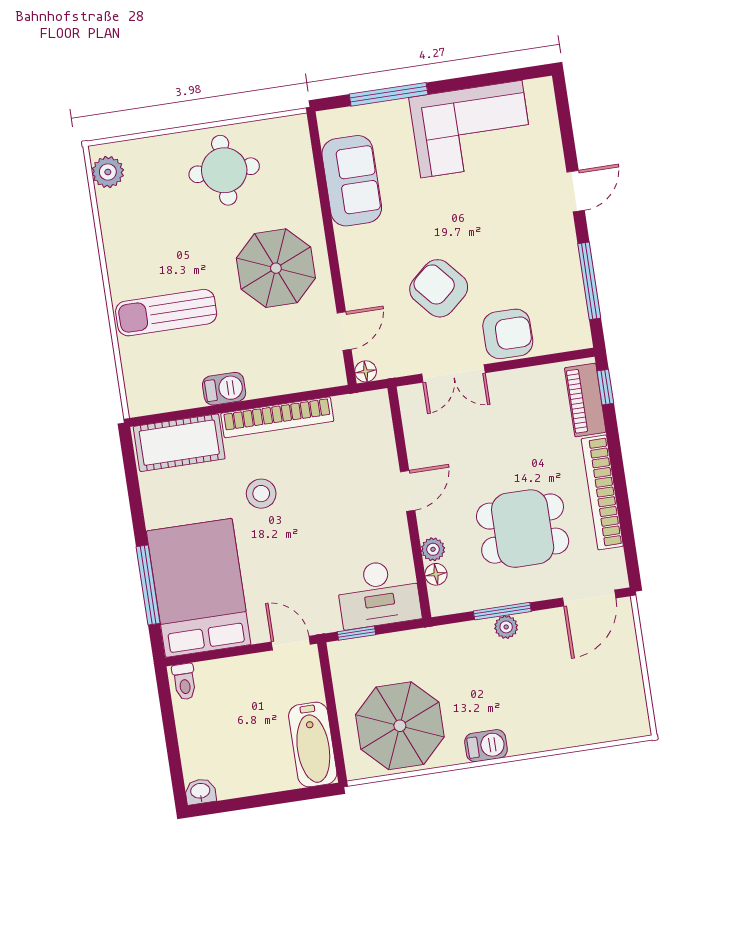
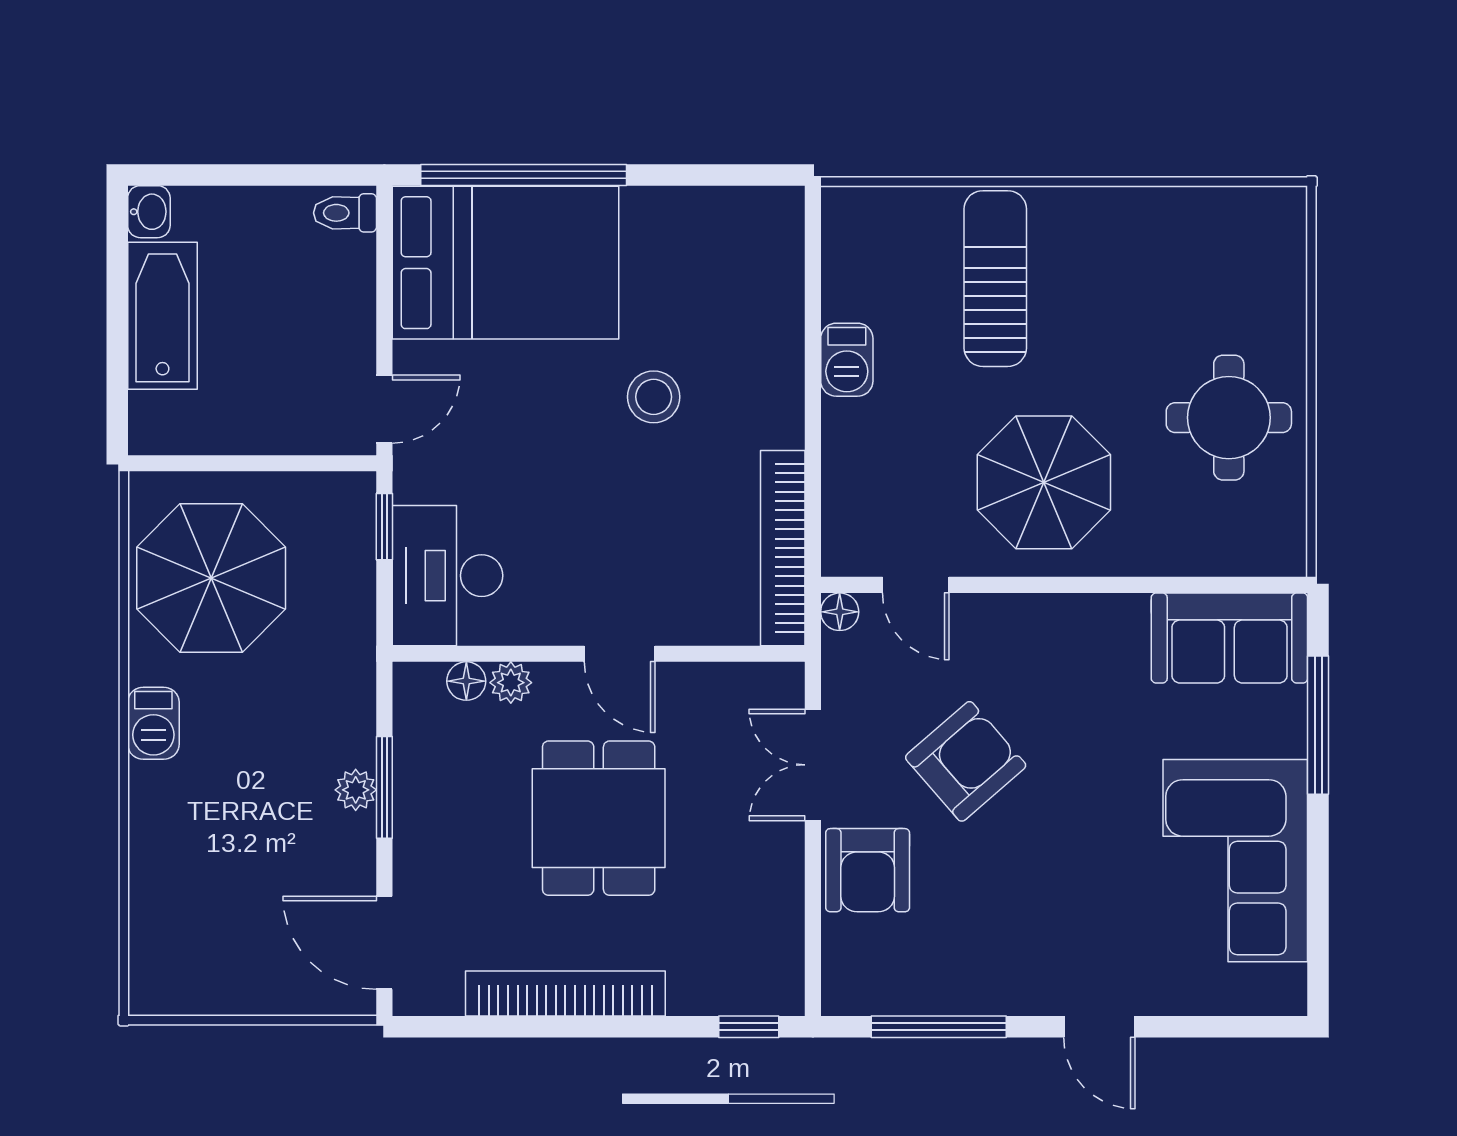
plant: (108, 172) -> (1256, 214), removed
sofa: (352, 181) -> (1229, 638), moved
piano: (585, 400) -> (732, 988), removed
bookcase: (277, 417) -> (783, 548), moved
cot: (179, 443) -> (764, 267), removed
dining table: (523, 529) -> (599, 818), moved
window: (148, 585) -> (524, 175), width x1.46
bathtub: (313, 744) -> (162, 316), moved, turned 90

